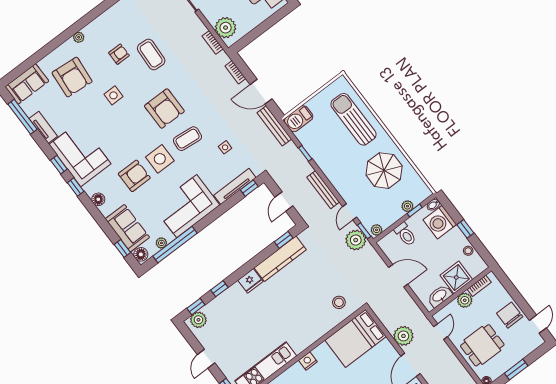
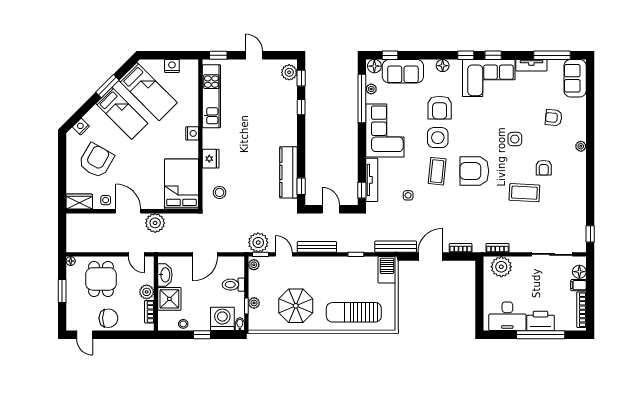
armchair: (72, 77) -> (554, 118), width x0.53, depth x0.53
sun lounger: (353, 119) -> (354, 312), turned 180
fridge: (250, 281) -> (211, 159), moved, turned 180

